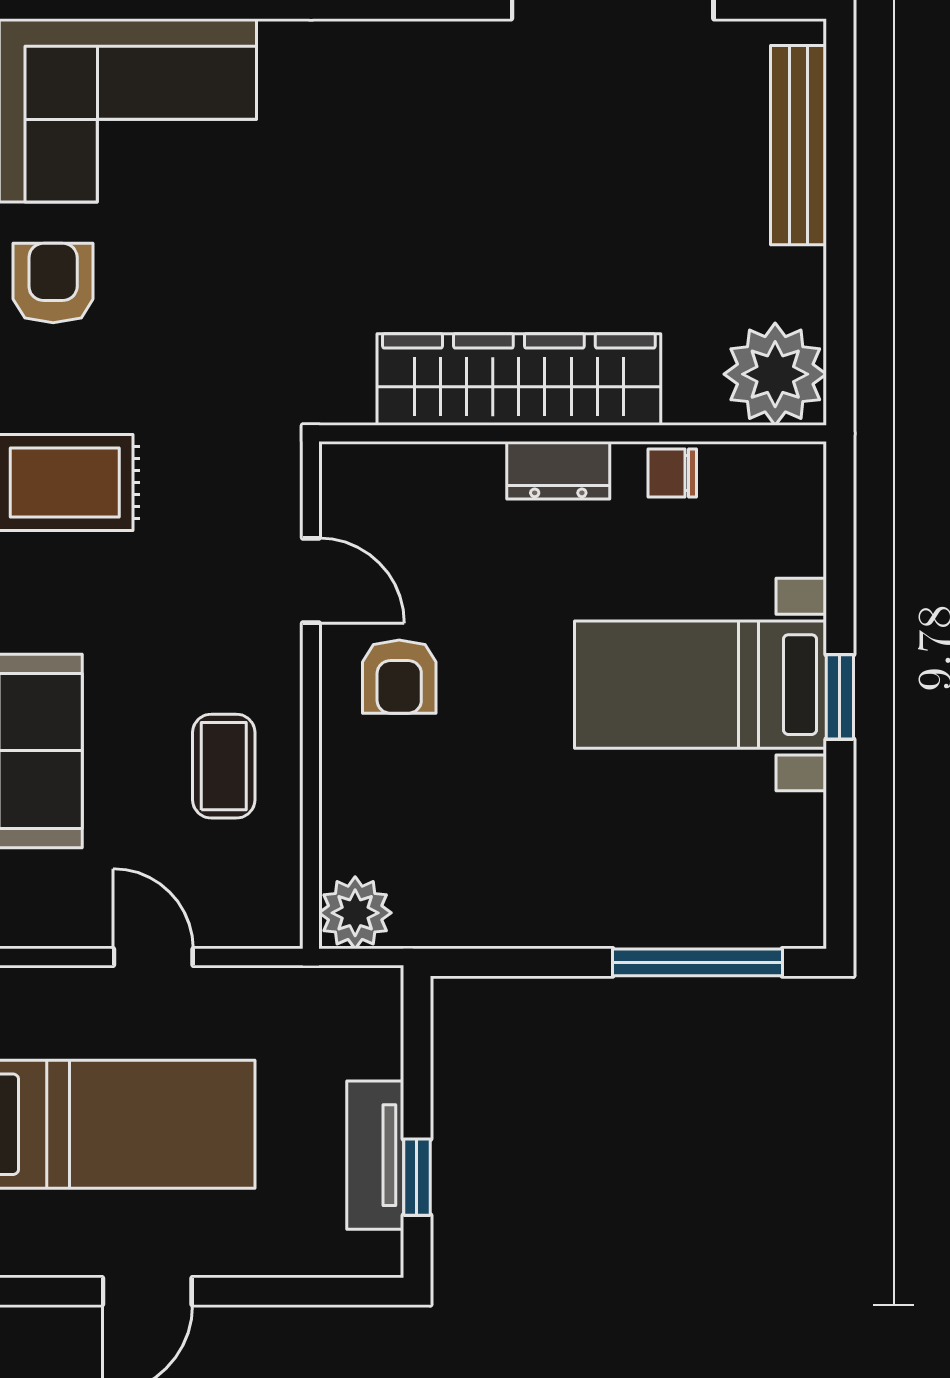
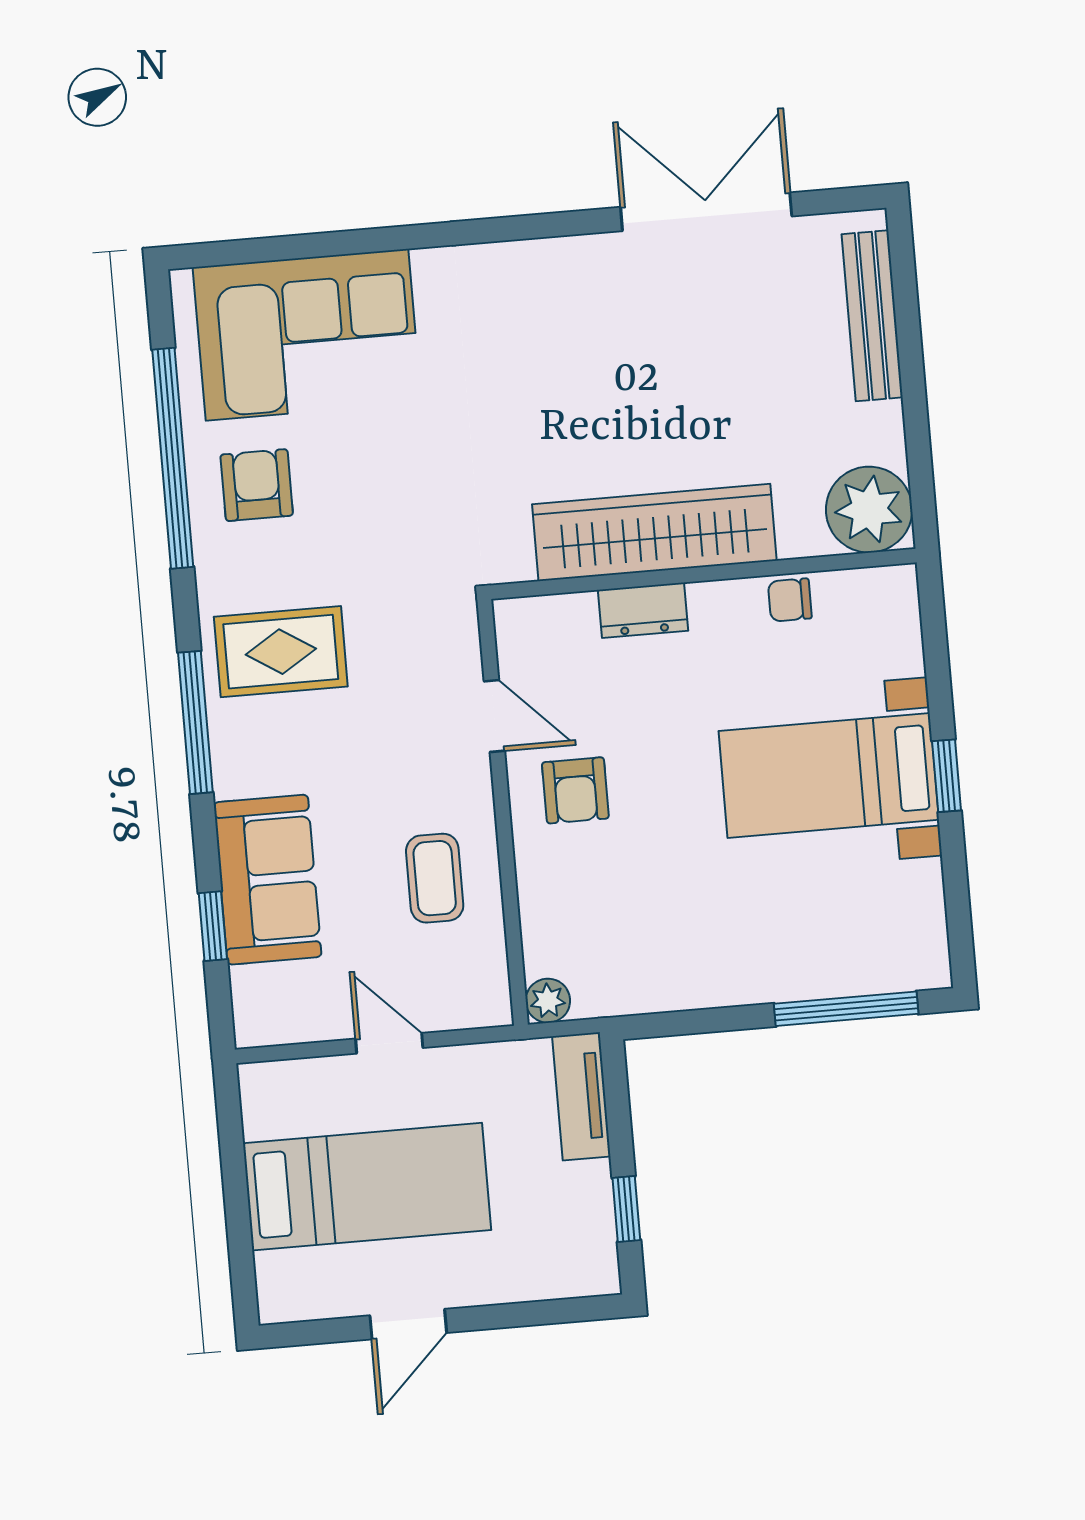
dresser: (558, 470) -> (643, 610), moved
plant: (355, 913) -> (548, 1001), width x0.73, depth x0.73
tv unit: (375, 1155) -> (581, 1096), moved

